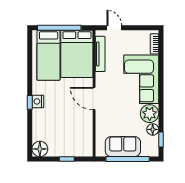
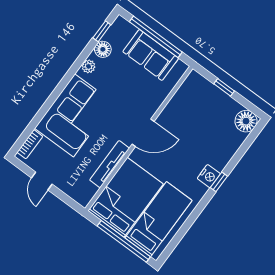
door: (114, 28) -> (42, 181), moved
tv unit: (100, 54) -> (110, 164), moved
door: (94, 99) -> (143, 133), hinge flipped
plant: (150, 114) -> (89, 66), width x0.53, depth x0.53

